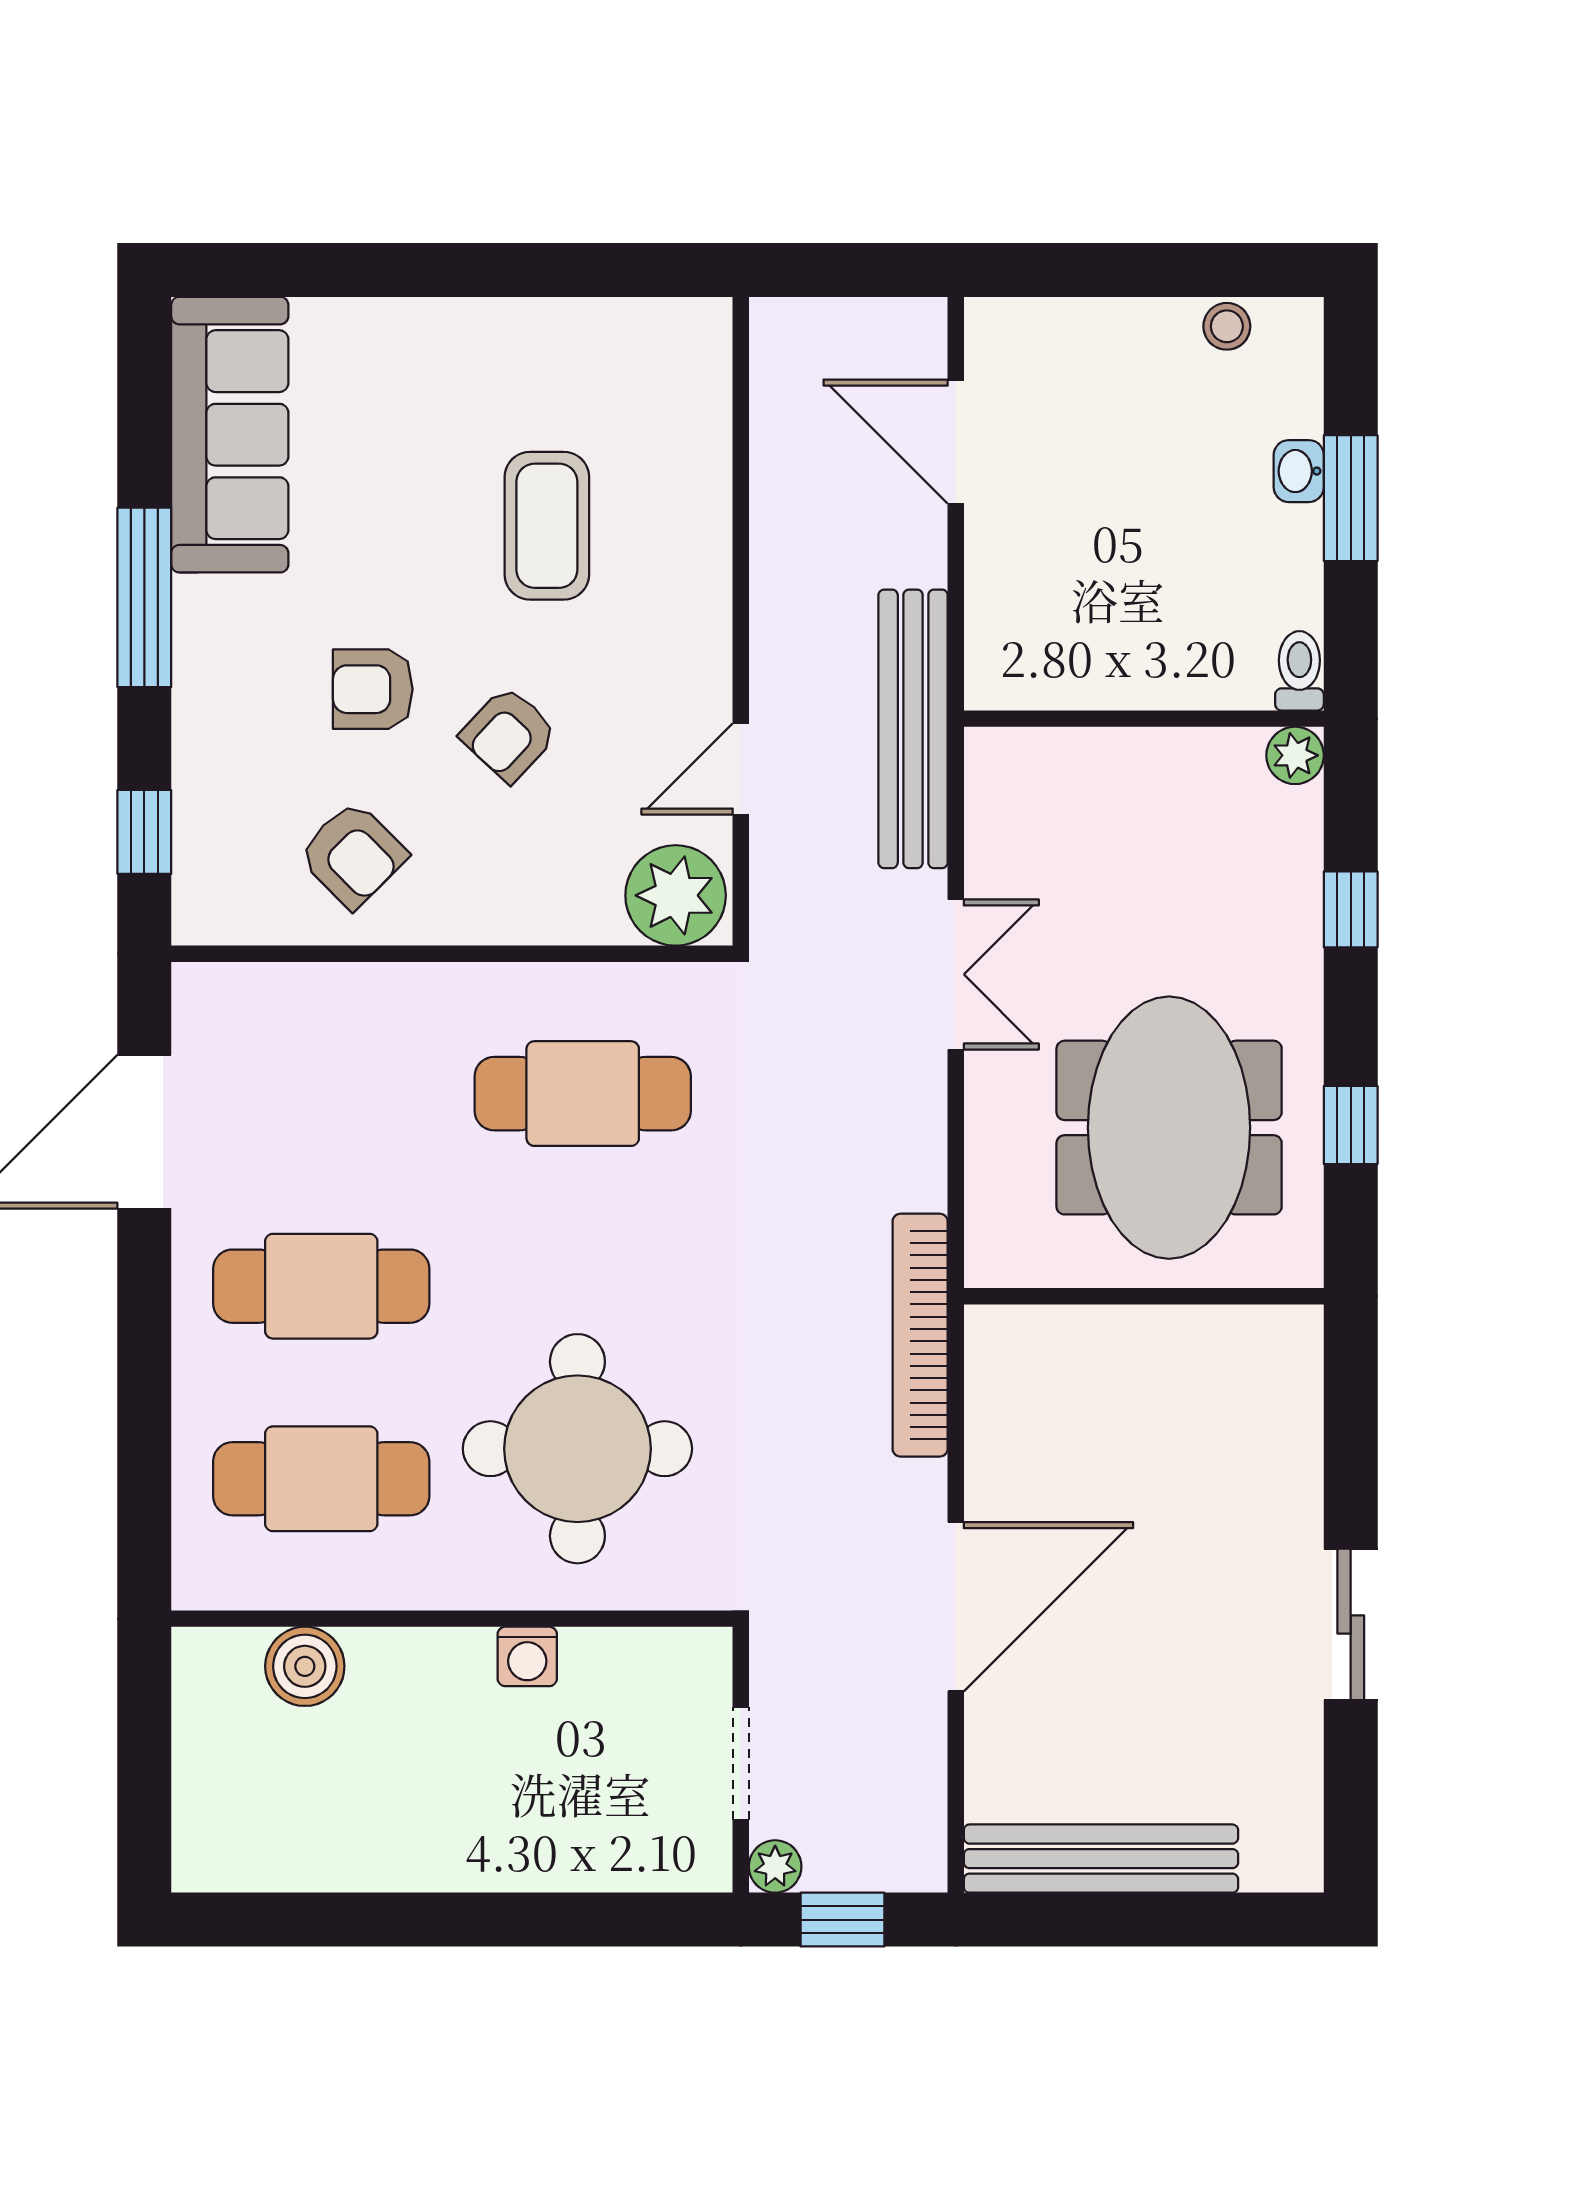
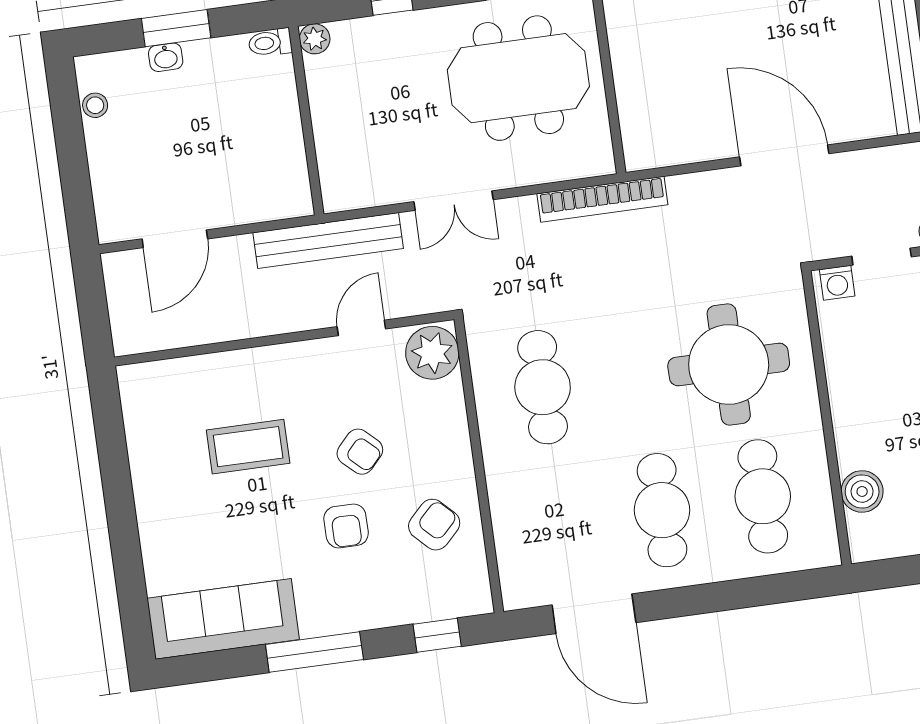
door: (741, 769) -> (361, 328), swing flipped
double door: (956, 974) -> (454, 201), swing flipped
bookcase: (920, 1335) -> (602, 199), moved
washing machine: (527, 1656) -> (837, 283), moved, turned 90

